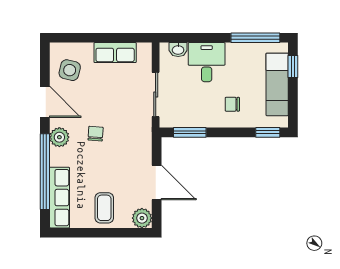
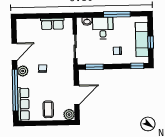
window: (255, 38) -> (117, 14), moved
window: (293, 66) -> (151, 42), moved
side table: (70, 70) -> (28, 34), removed
door: (45, 102) -> (14, 52), hinge flipped
door: (157, 183) -> (77, 95), hinge flipped

